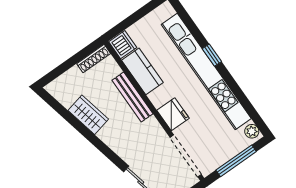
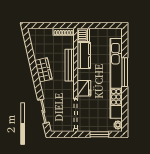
window: (212, 55) -> (125, 72), width x2.17
wardrobe: (88, 115) -> (43, 70), moved
window: (236, 161) -> (99, 134), width x0.69

